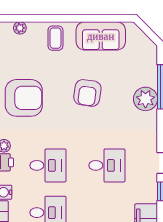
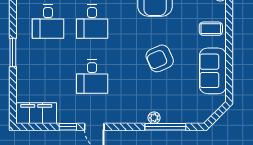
armchair: (87, 93) -> (160, 58), turned -32
plant: (145, 99) -> (154, 118), width x0.53, depth x0.53

